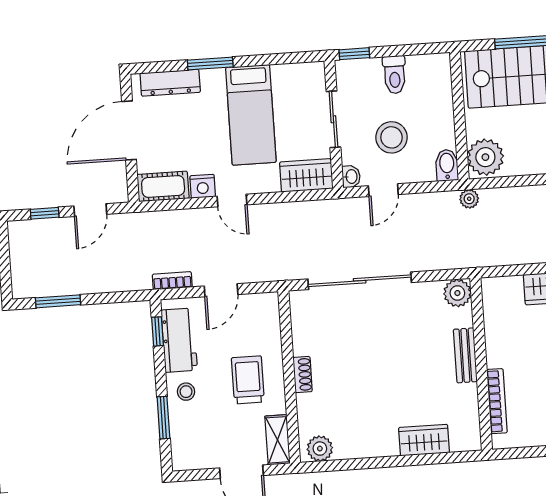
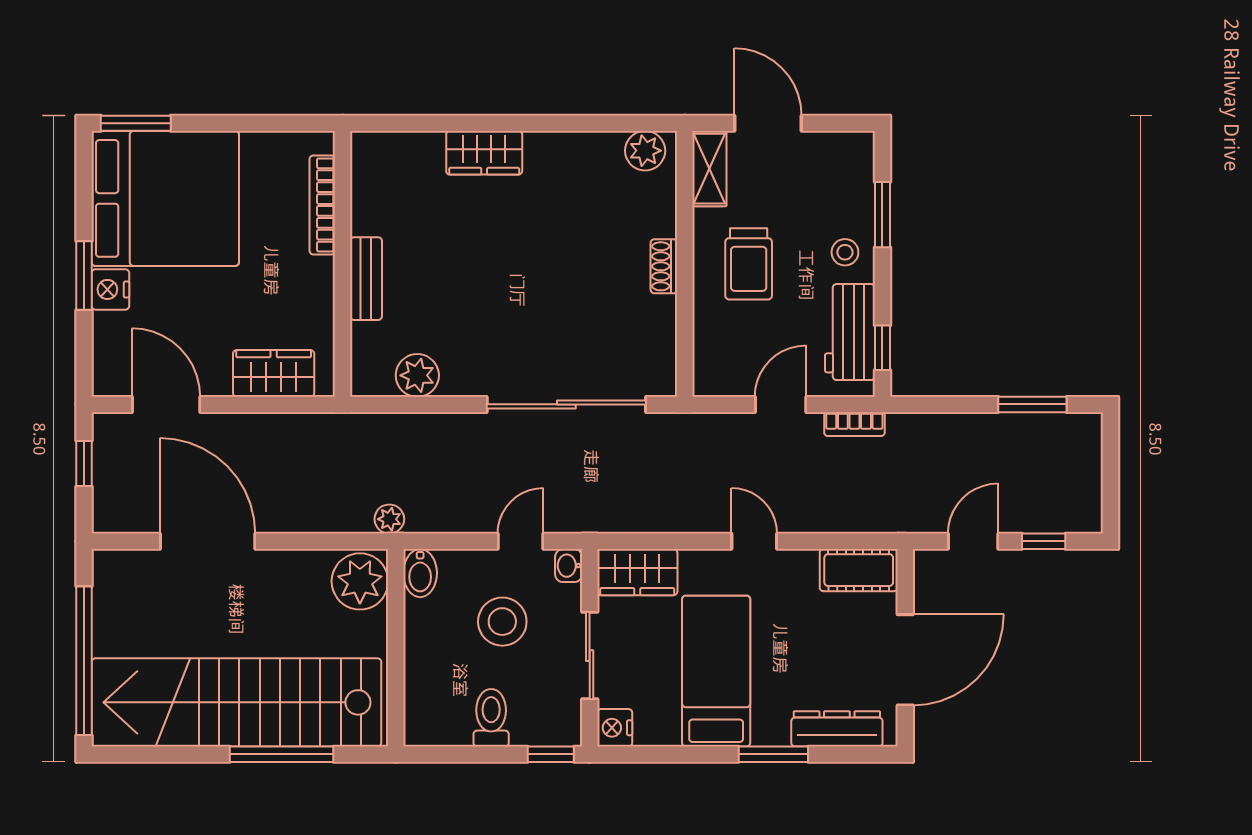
nightstand: (203, 186) -> (615, 728), moved, turned -90
bench: (465, 355) -> (366, 279), moved
wall: (481, 364) -> (343, 264), moved
bookcase: (497, 401) -> (322, 205), moved

